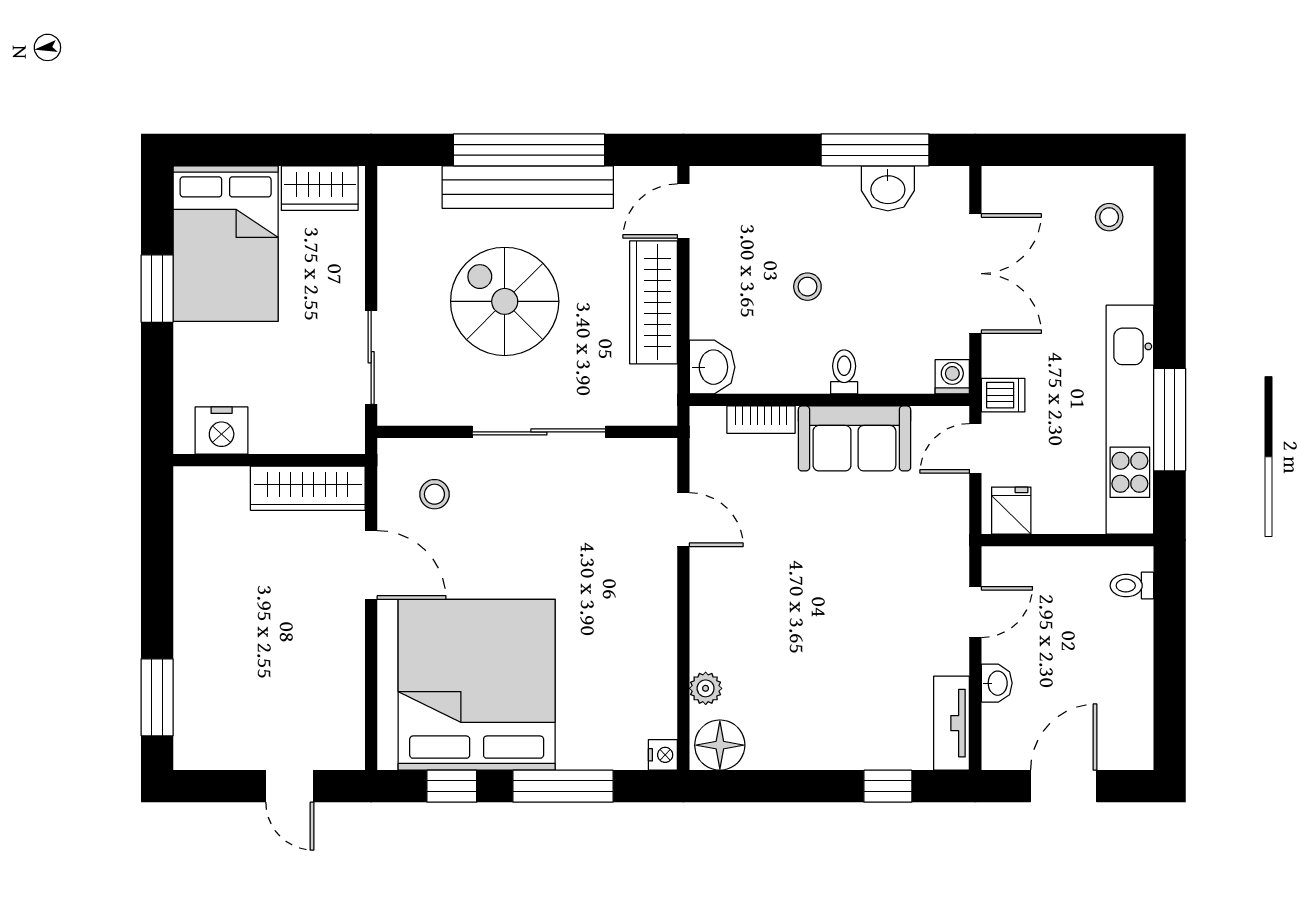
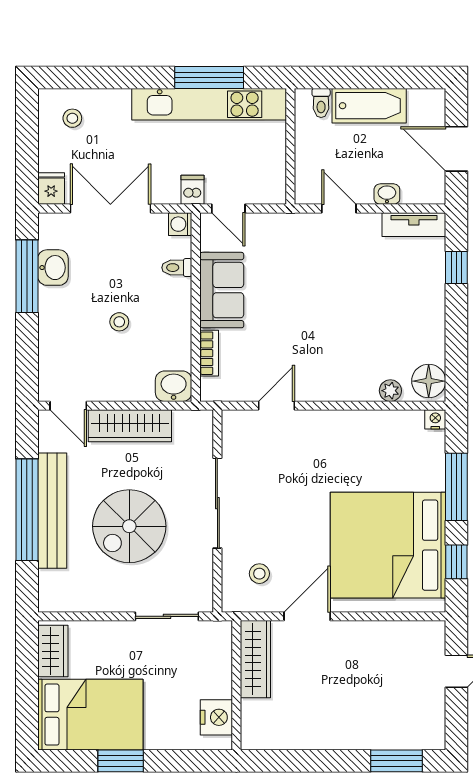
toilet: (844, 372) -> (177, 268), moved
fridge: (1011, 511) -> (51, 189), moved, turned 90
bathtub: (1128, 657) -> (369, 106), added

